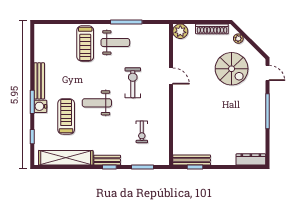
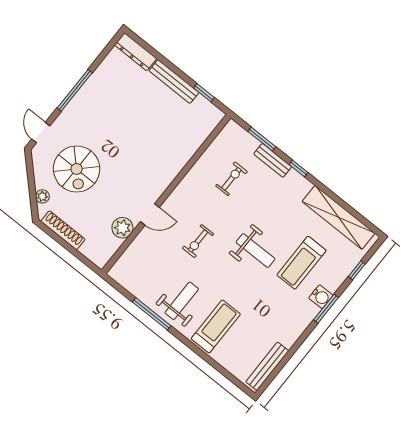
plant: (180, 31) -> (122, 228), moved
weight bench: (115, 42) -> (182, 301), turned 90
spiral stairs: (232, 69) -> (77, 169), turned 180
door: (171, 76) -> (150, 214), swing flipped
bench: (39, 81) -> (267, 366), moved
exercise bike: (133, 83) -> (198, 241), width x0.73, depth x0.72
bench: (107, 160) -> (273, 160), moved
bench: (192, 160) -> (174, 82), moved

